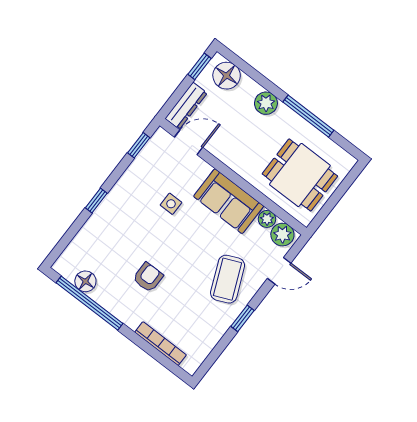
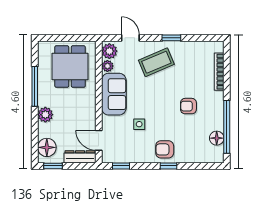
armchair: (119, 211) -> (165, 149), added

